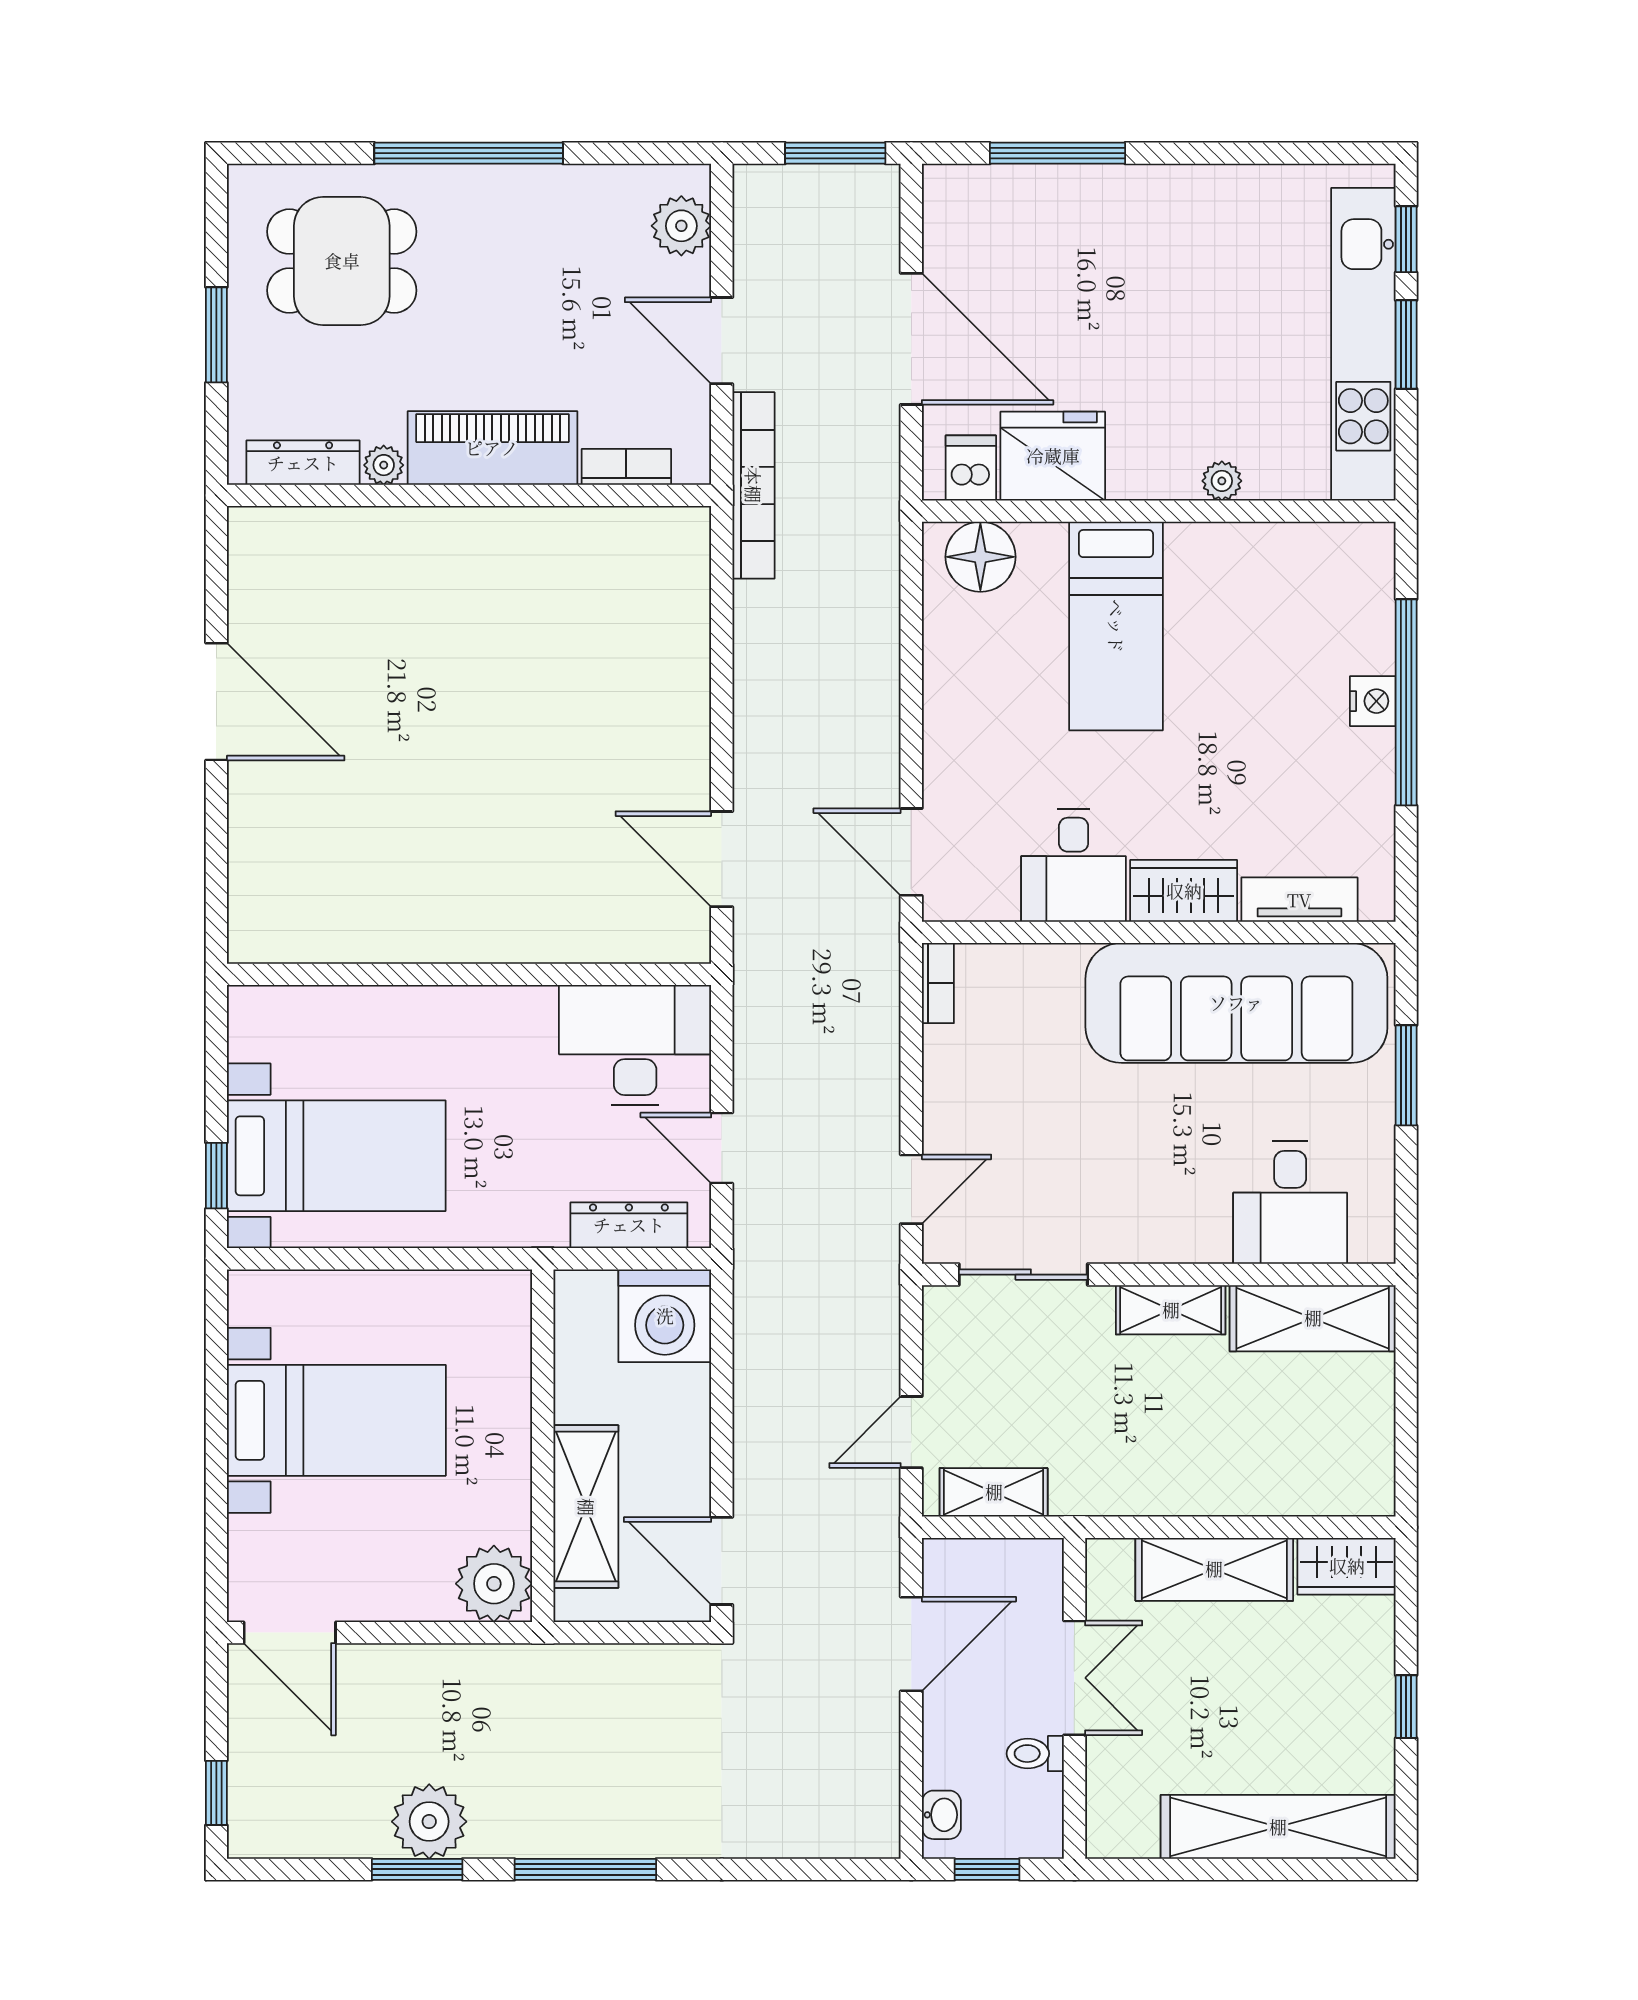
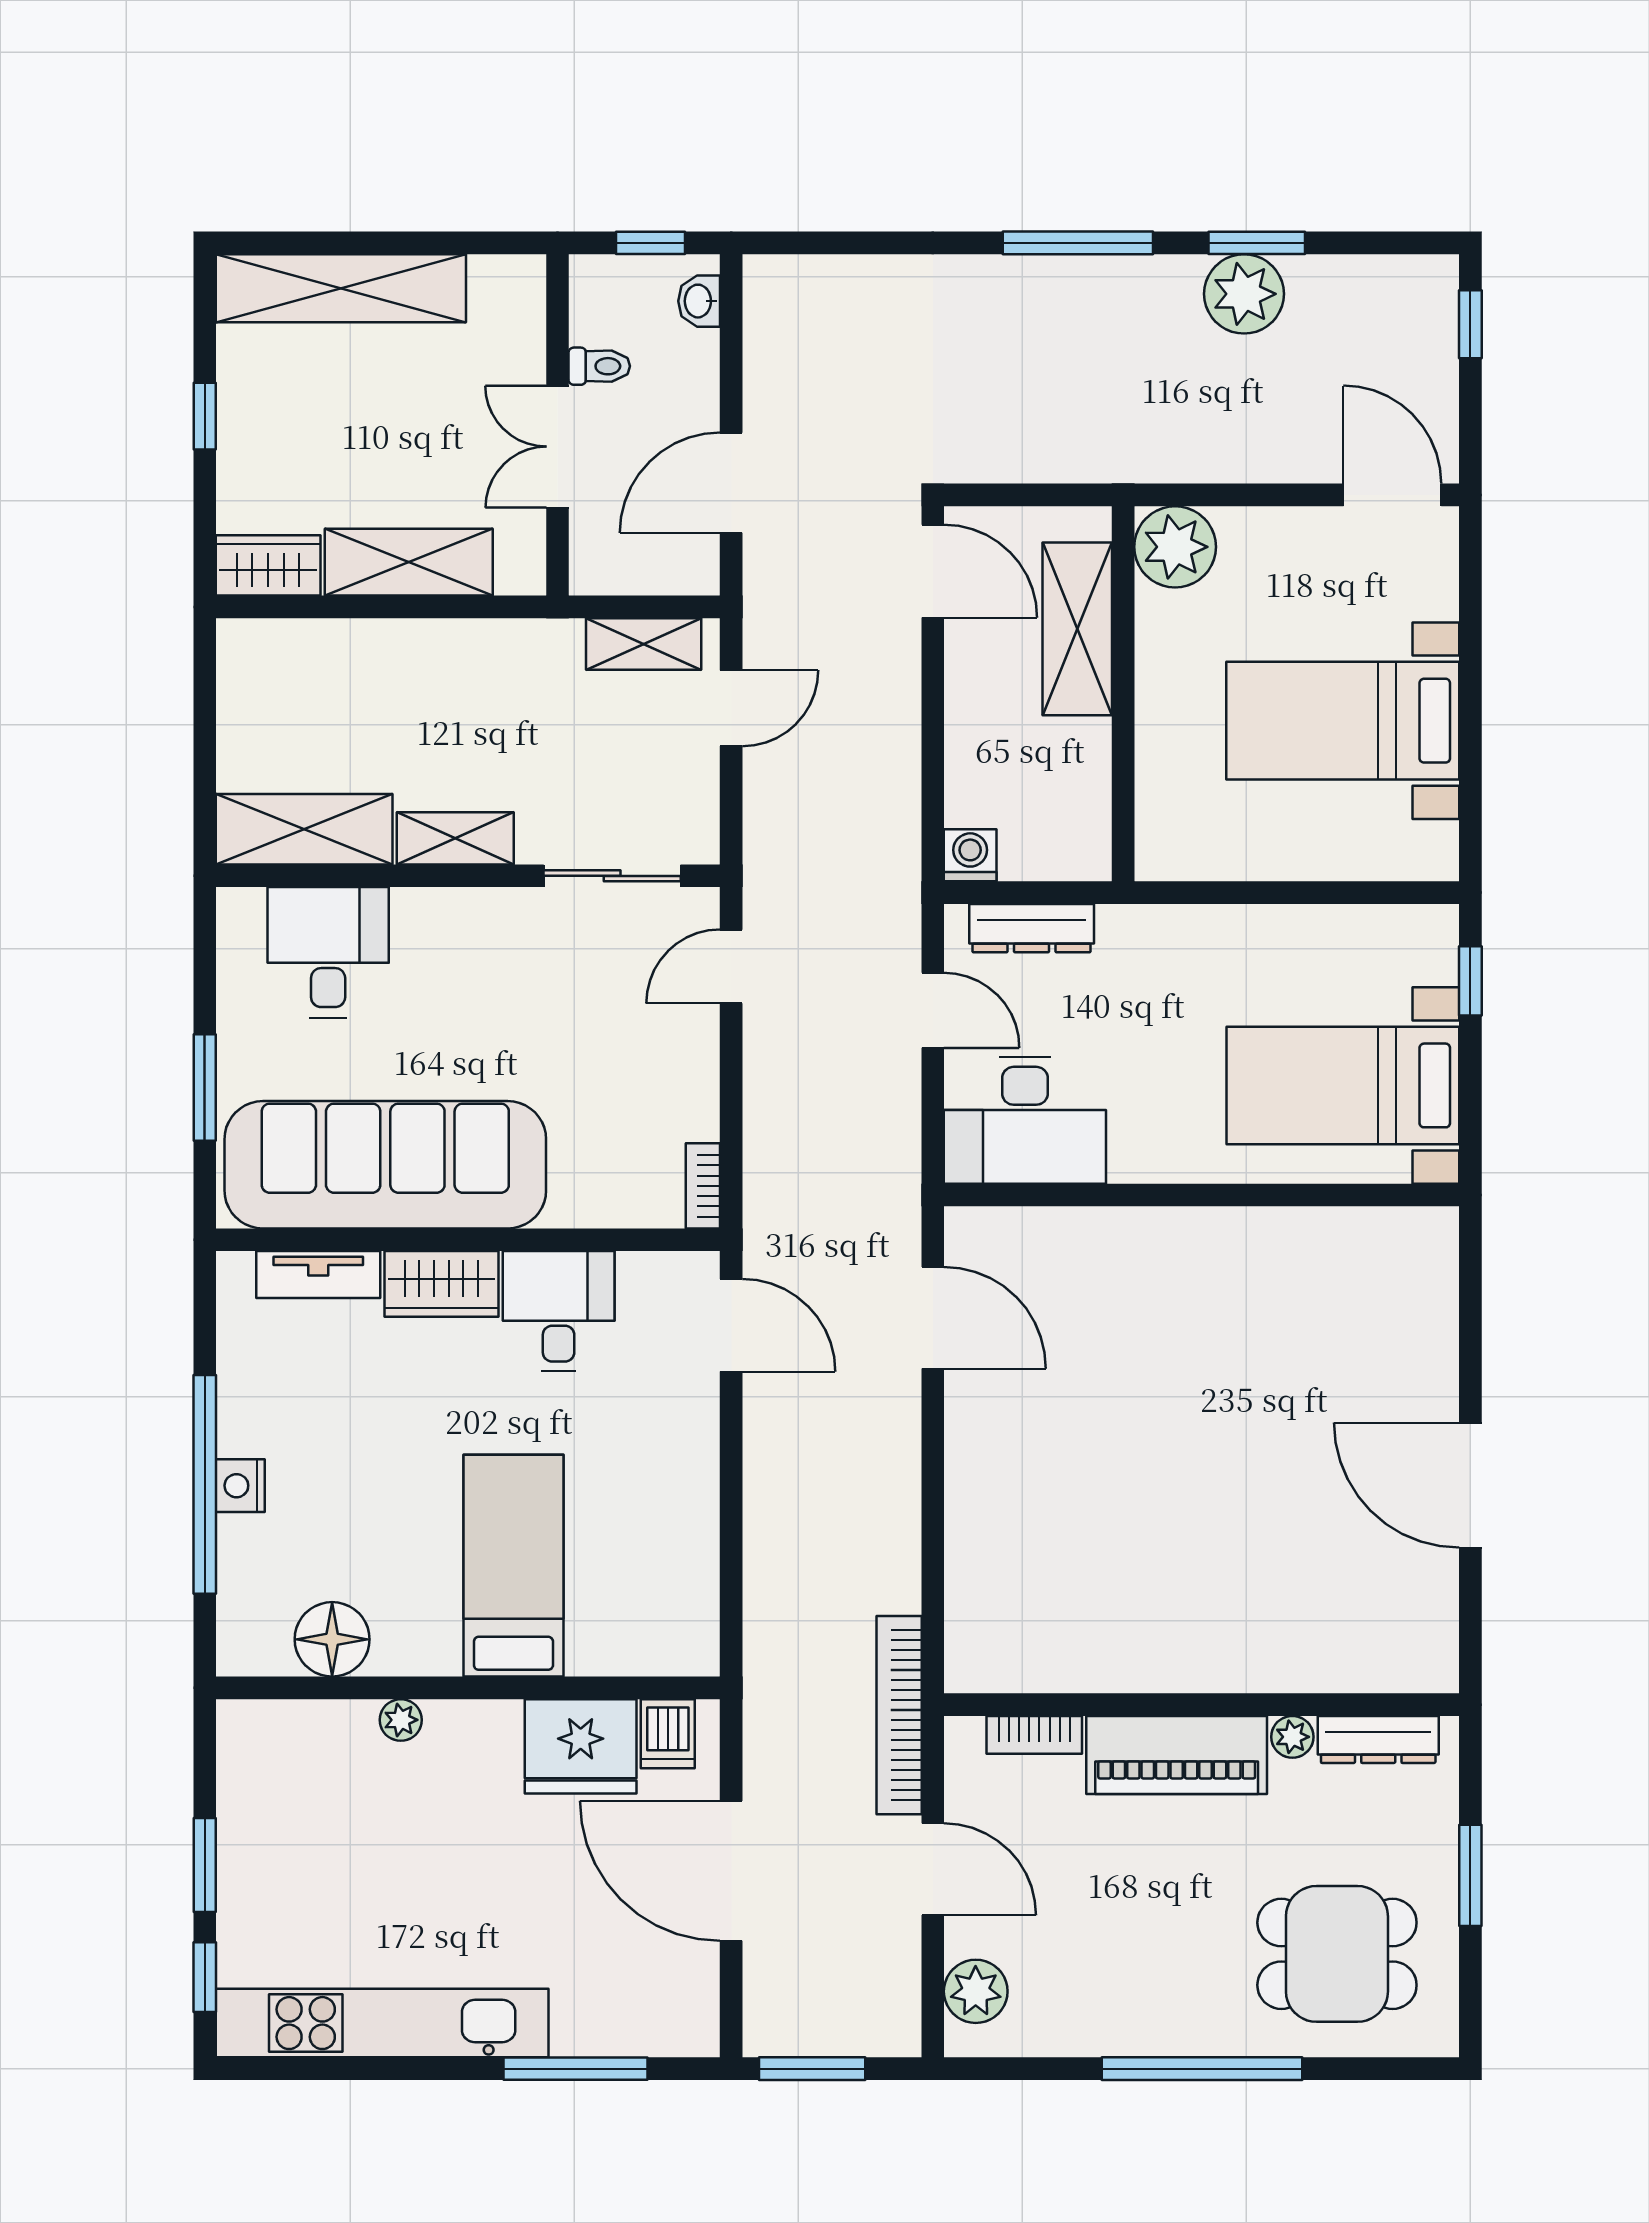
kitchen unit: (1363, 344) -> (382, 2023), moved, turned -90
floor lamp: (980, 557) -> (332, 1639), moved
bed with nightstands: (336, 1156) -> (1343, 1085), moved
washing machine: (665, 1316) -> (970, 855), width x0.53, depth x0.53

